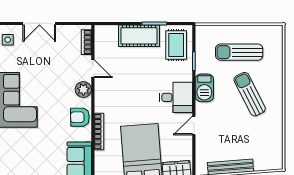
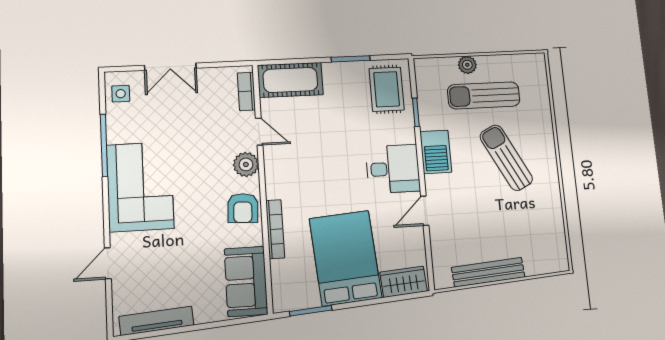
plant: (230, 31) -> (467, 65), added
cot: (139, 36) -> (290, 80), moved
armchair: (80, 117) -> (243, 208), turned -86

